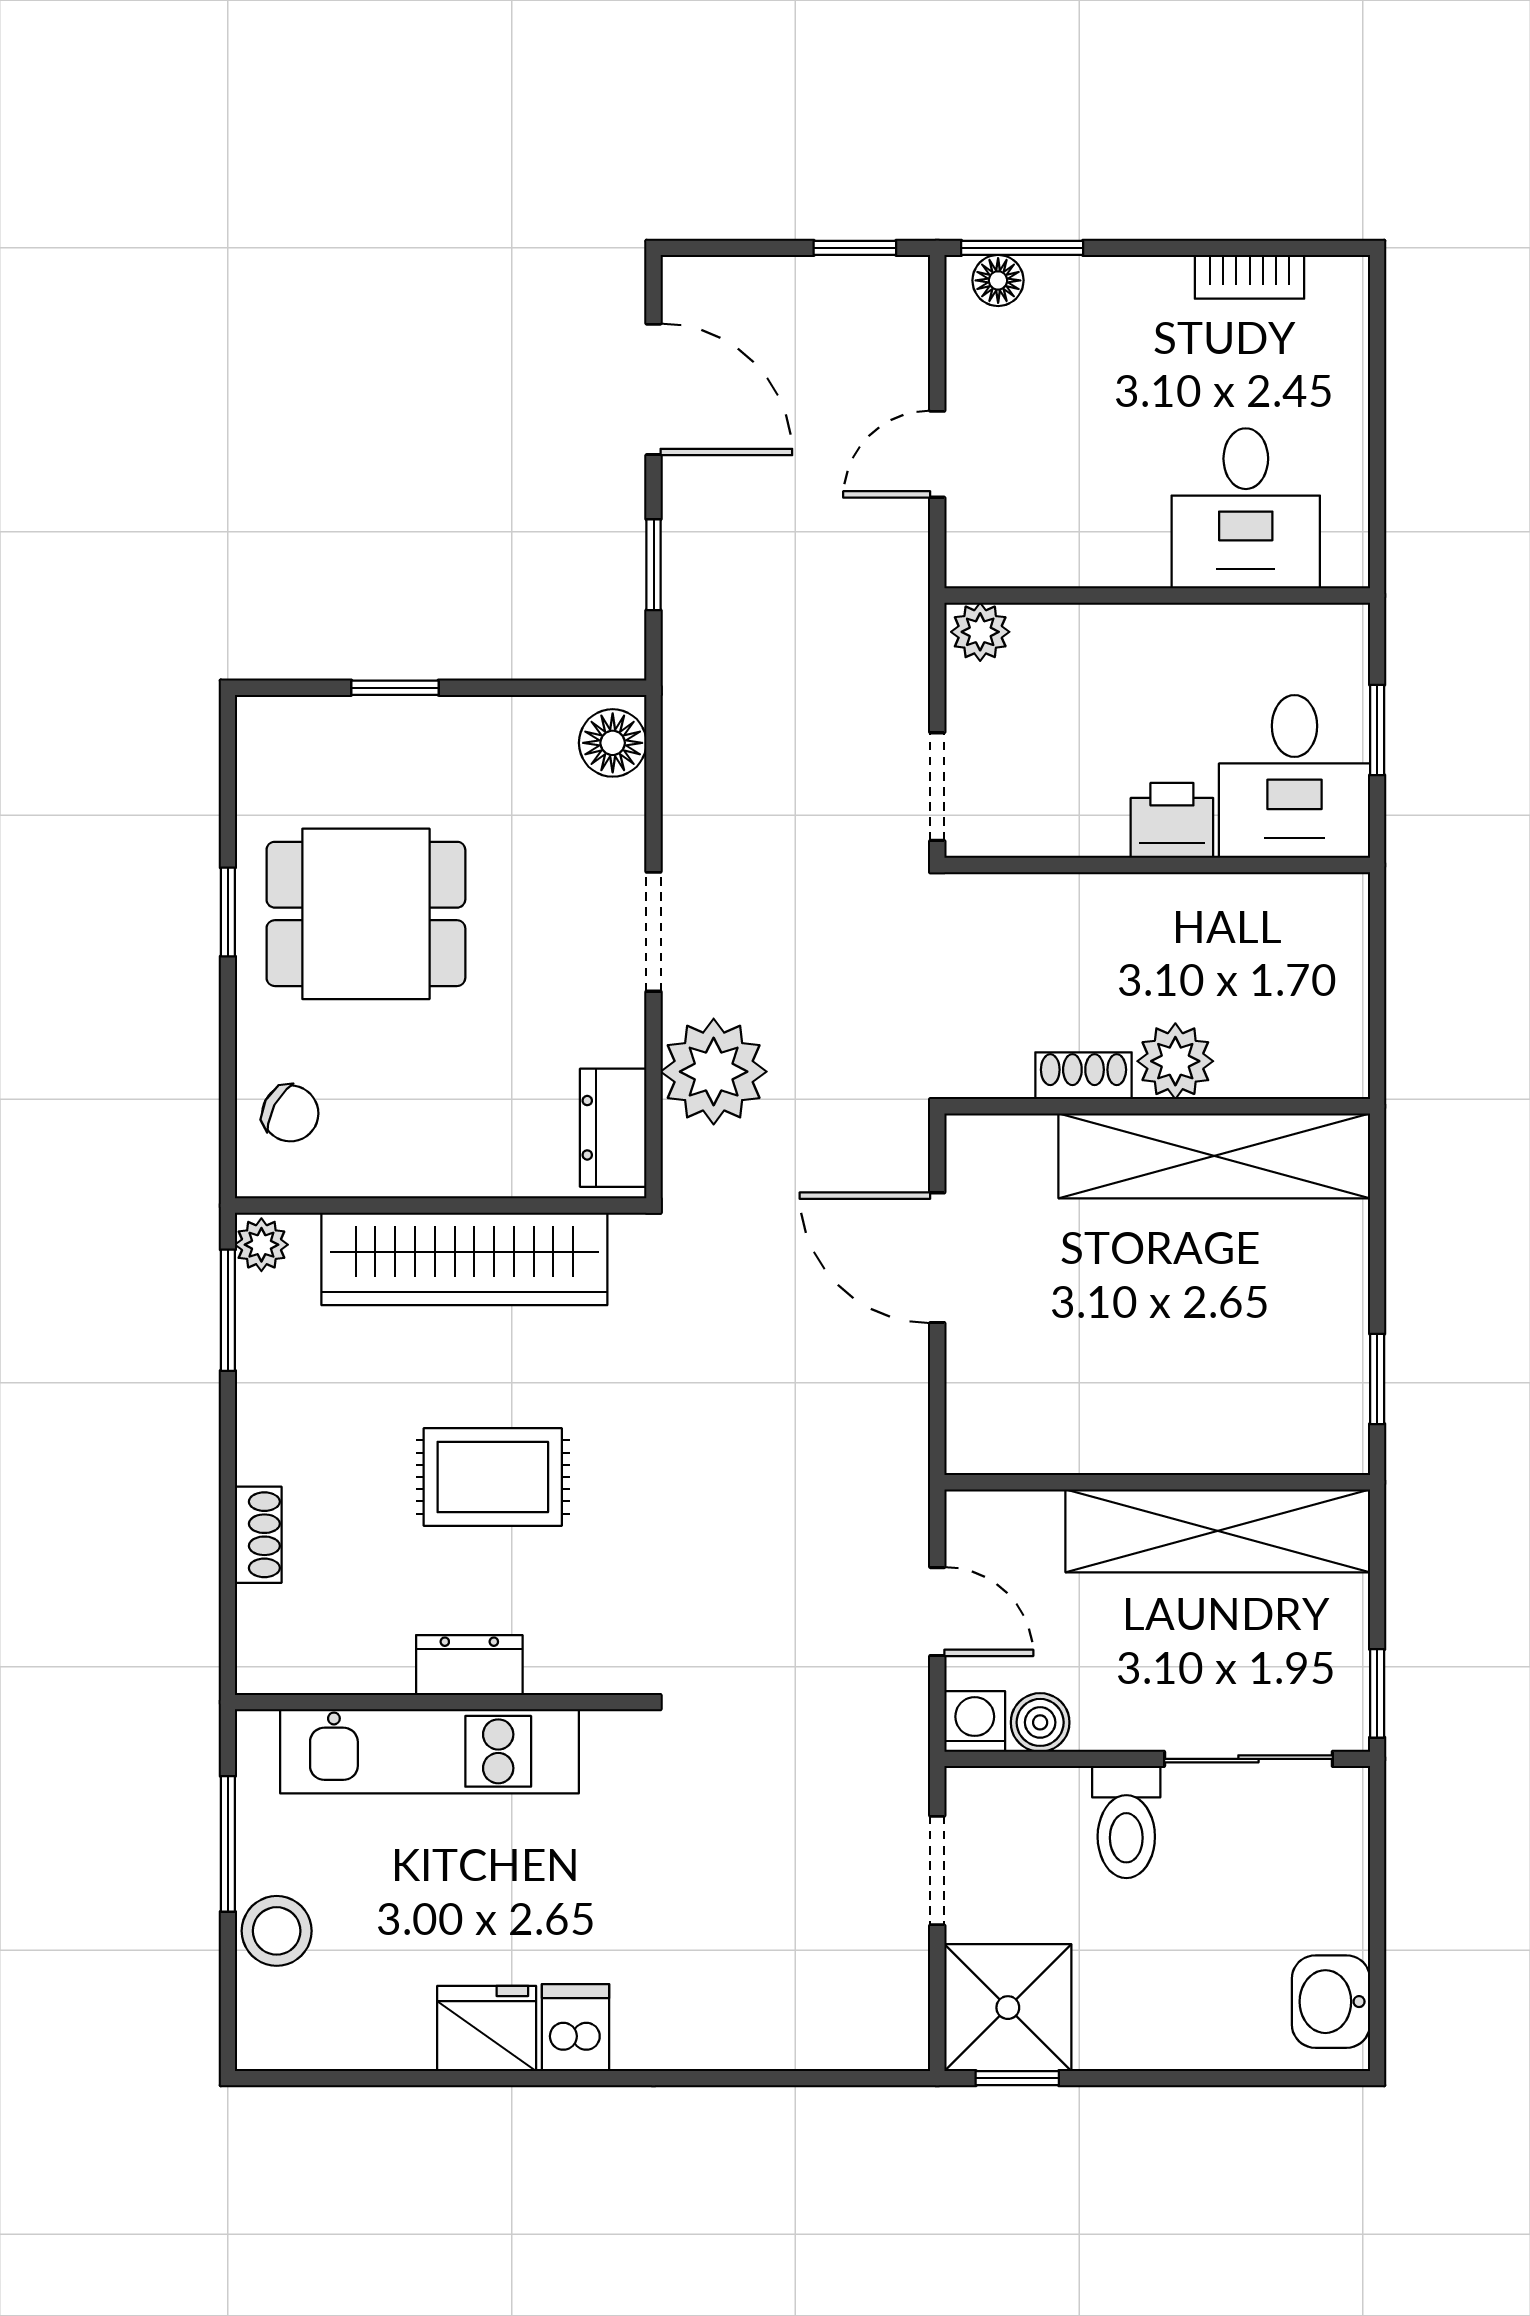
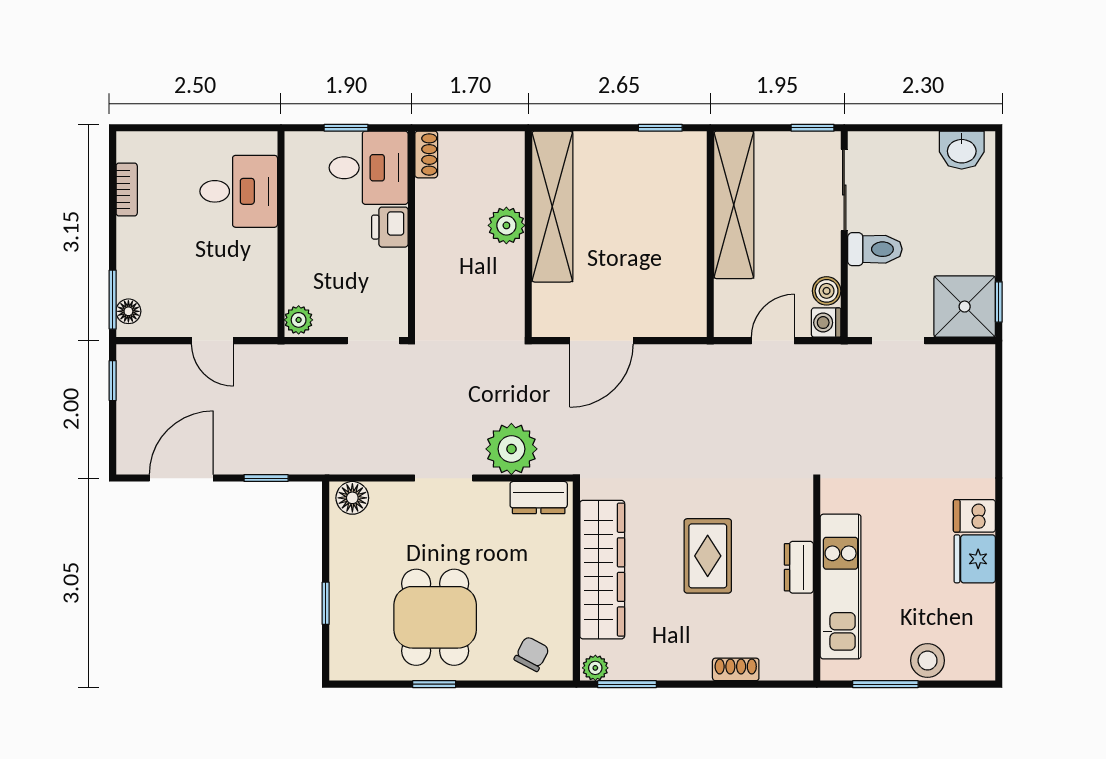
shoe rack: (1083, 1076) -> (426, 154), moved, turned 180

